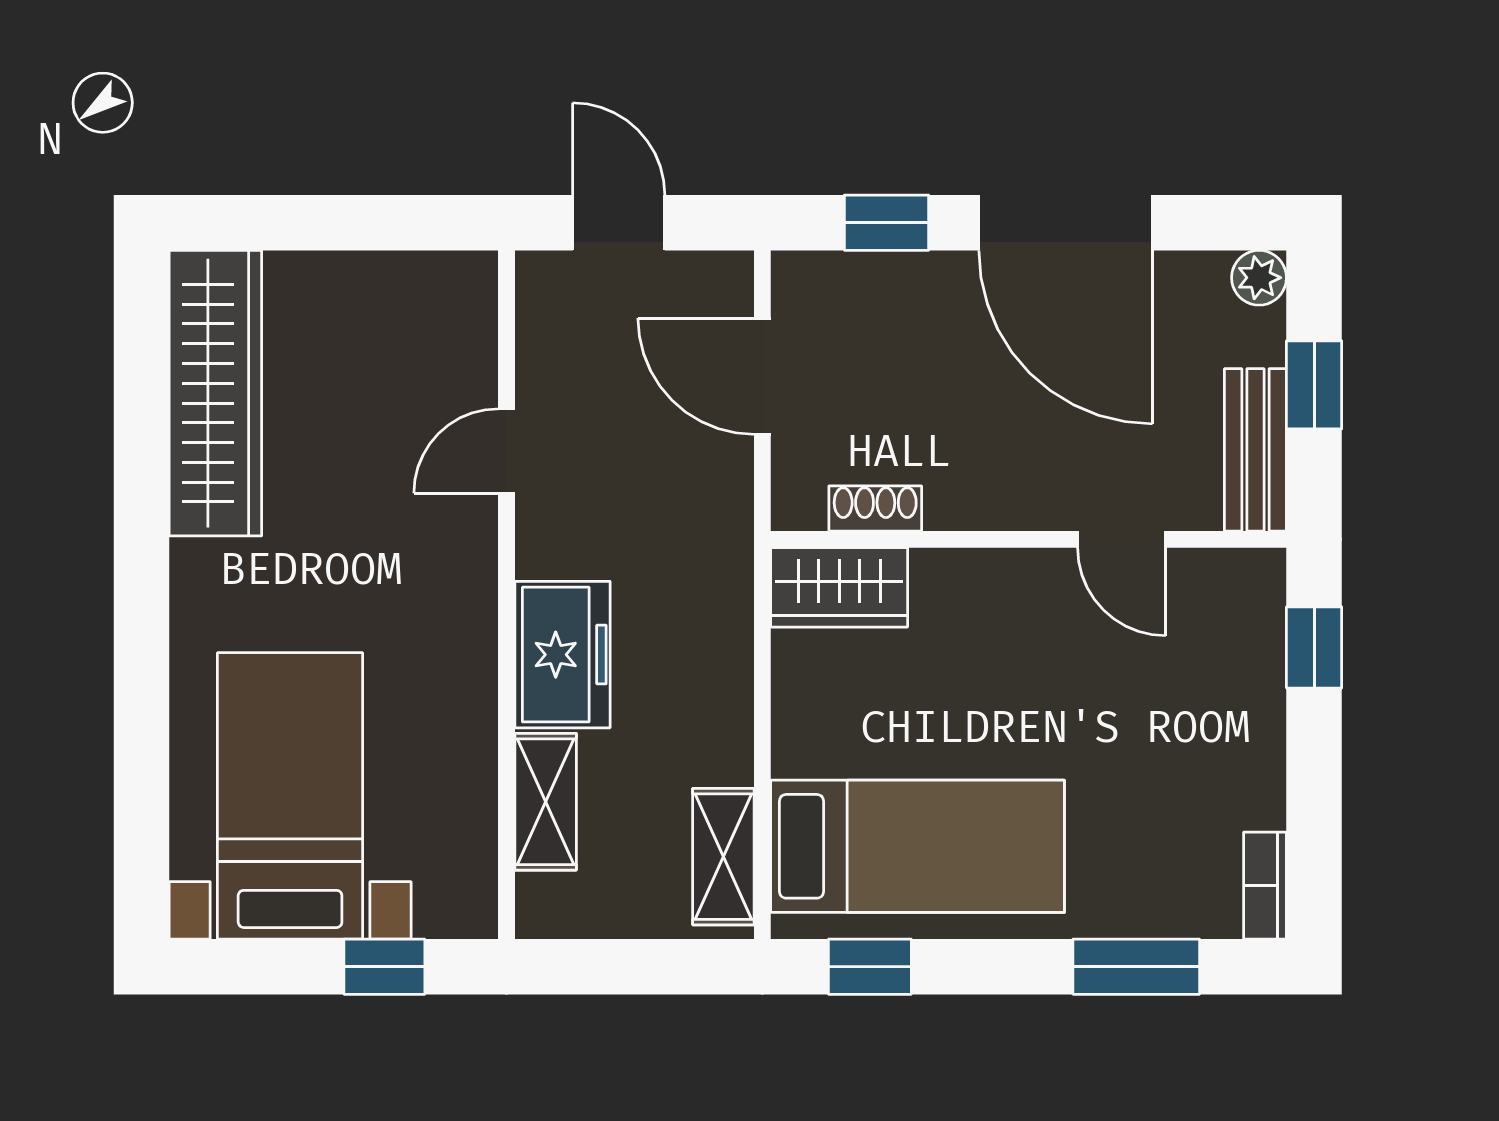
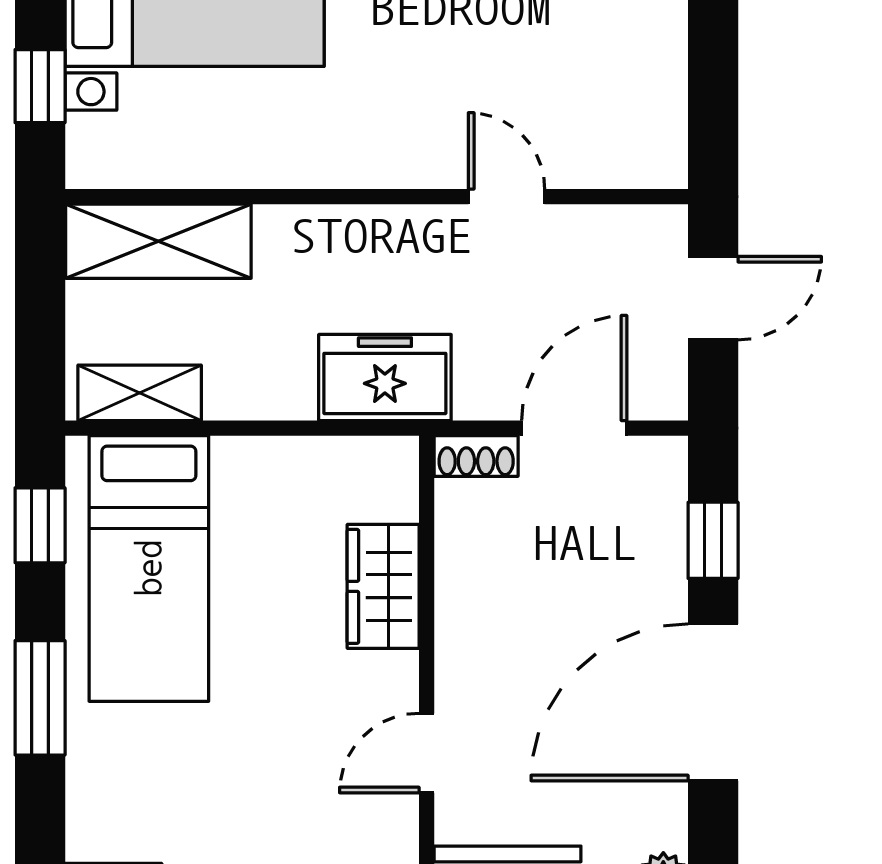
shoe rack: (875, 509) -> (476, 456), moved, turned 90
wardrobe: (839, 587) -> (383, 586), moved
freezer: (562, 655) -> (385, 377), moved, turned 180
shelving: (546, 802) -> (158, 241), width x1.50, depth x1.33
window: (1136, 967) -> (40, 698), moved

